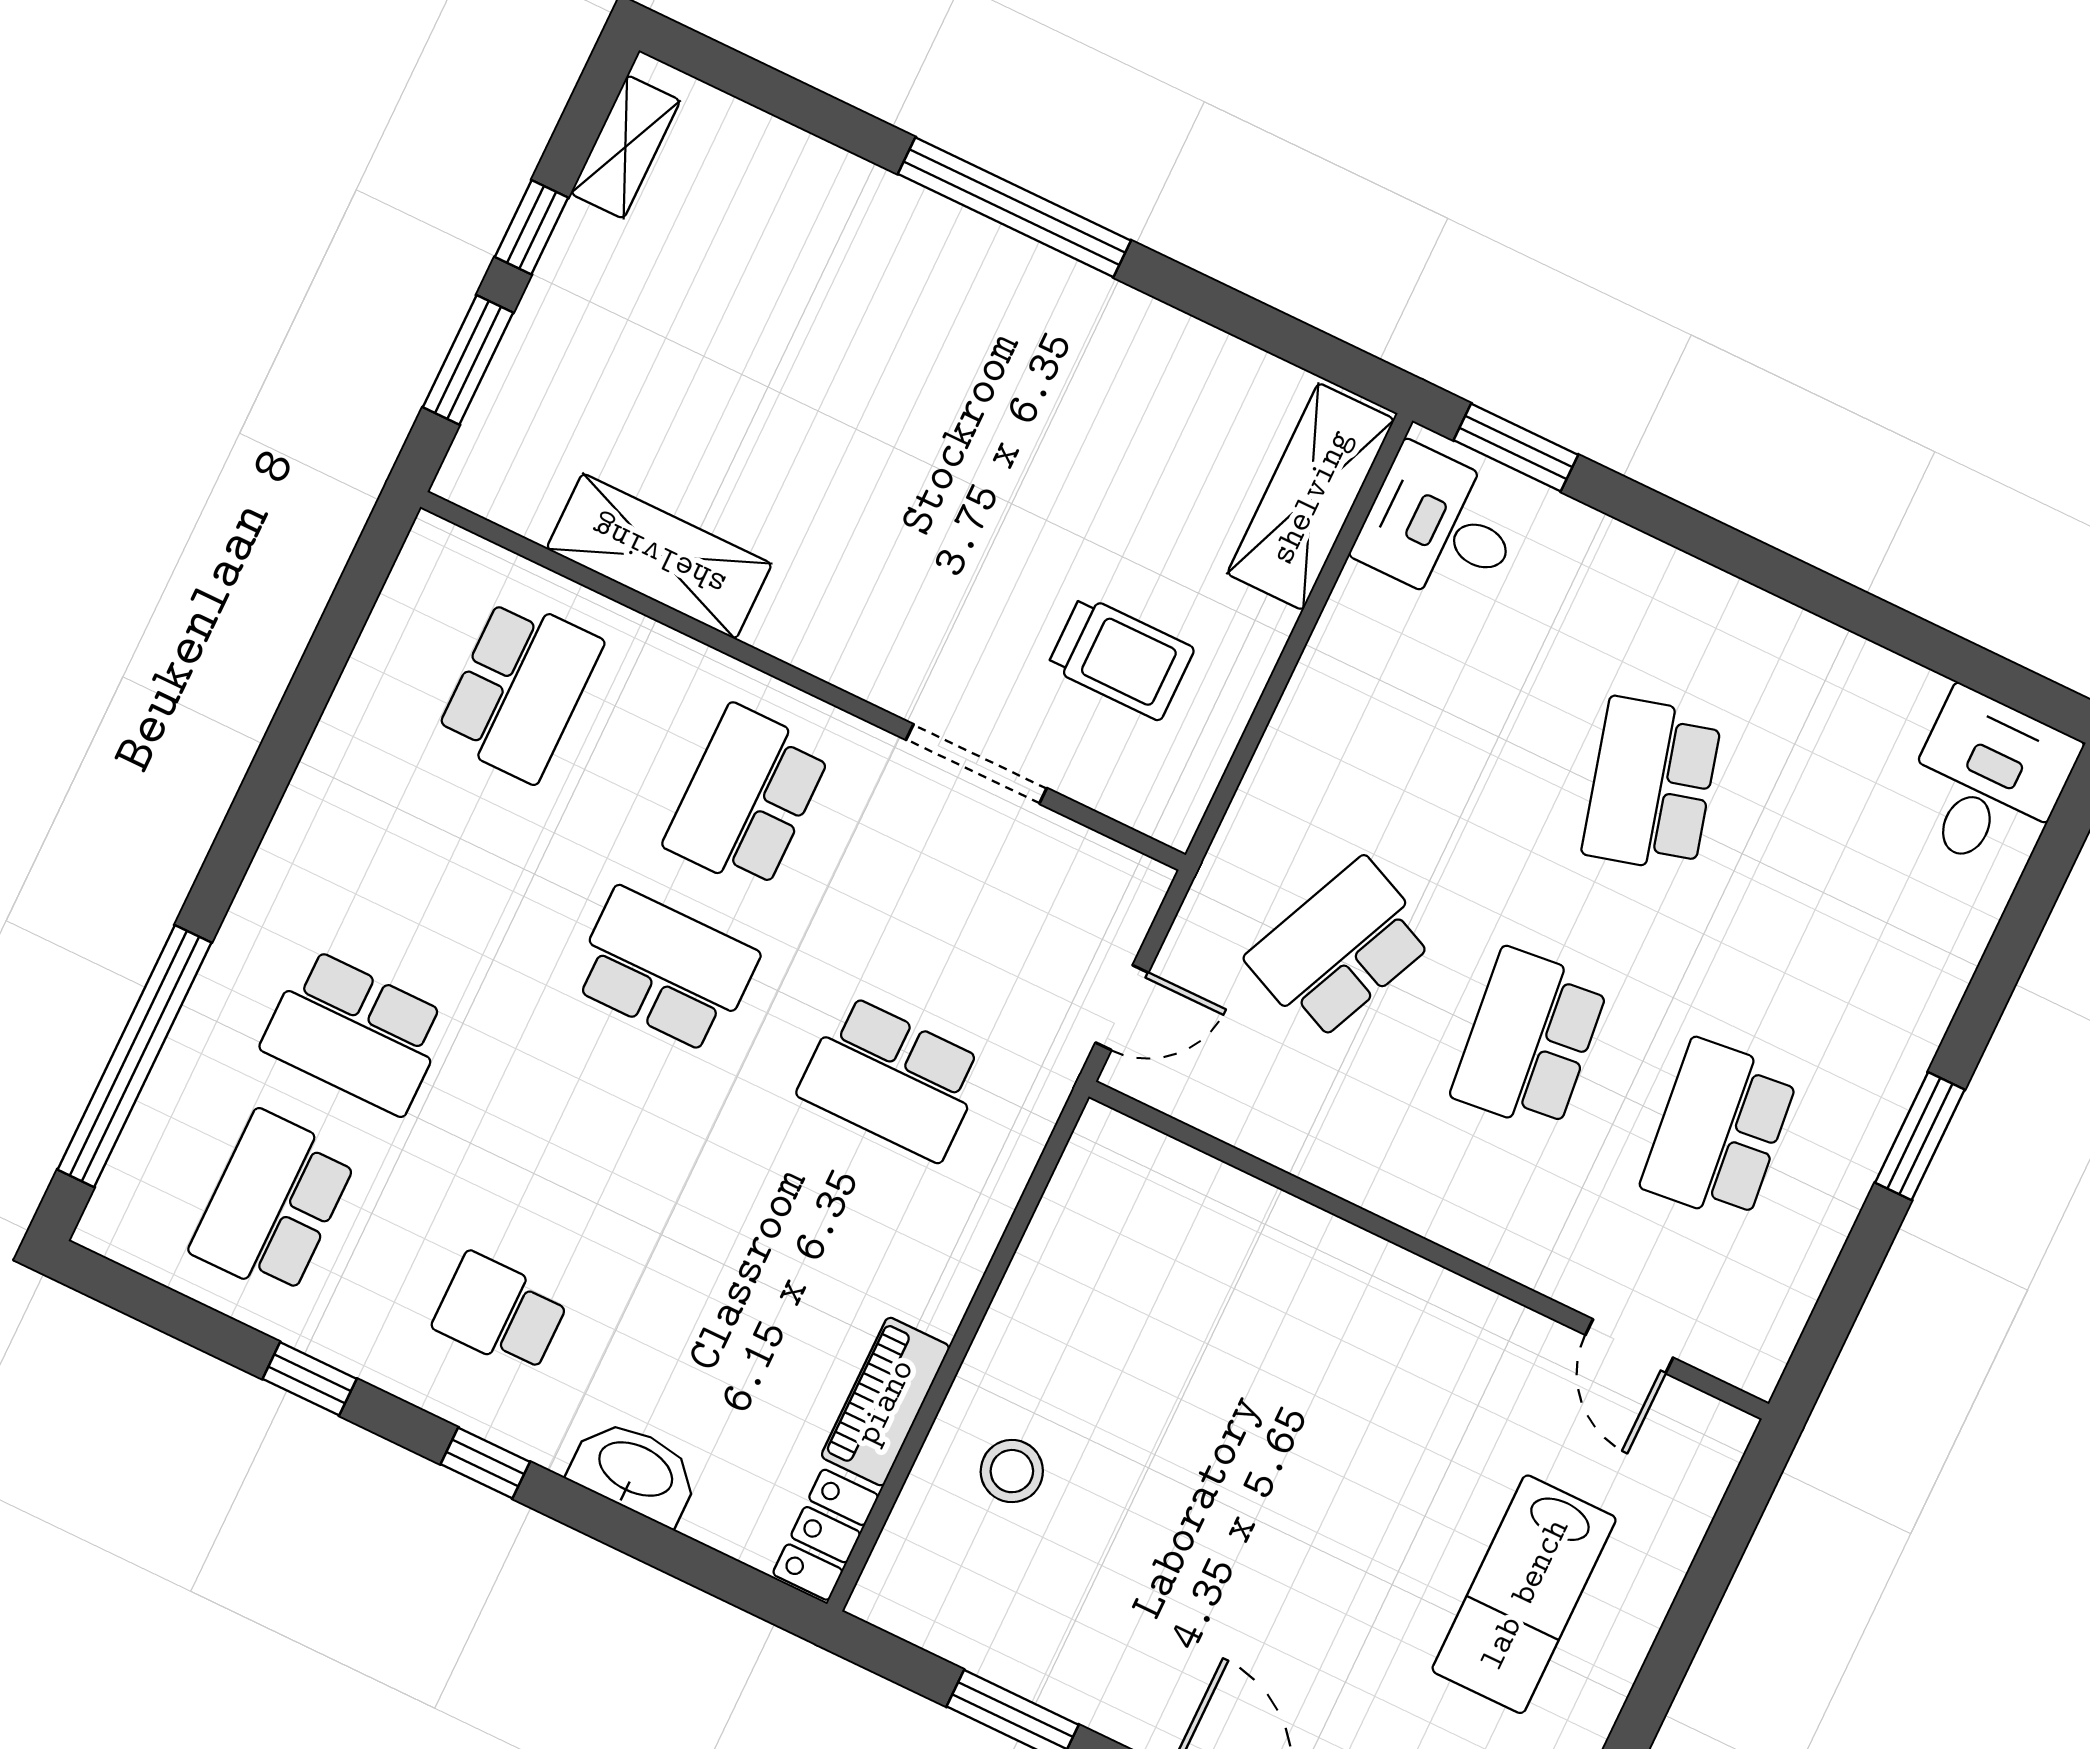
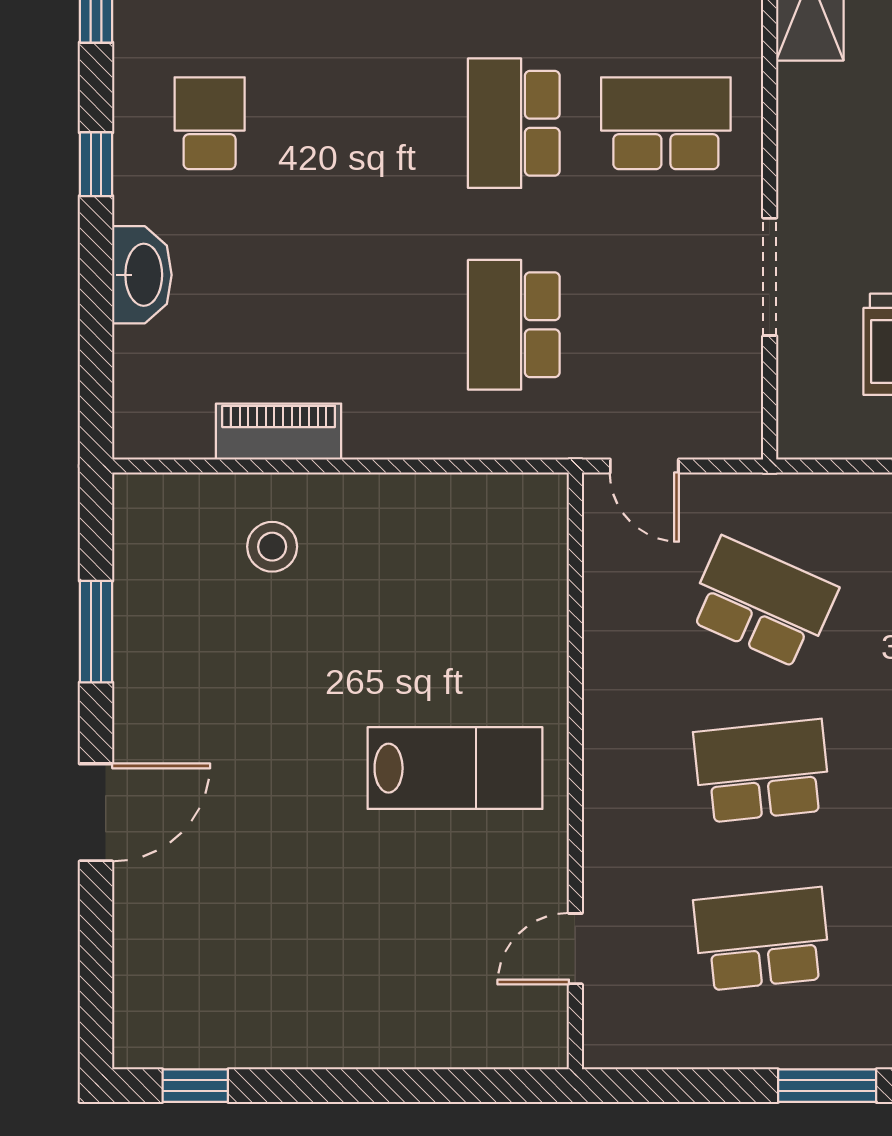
school desk: (665, 970) -> (514, 123), turned 180
locker: (826, 1535) -> (162, 434), removed
lab bench: (1524, 1594) -> (455, 768), moved, turned 180

